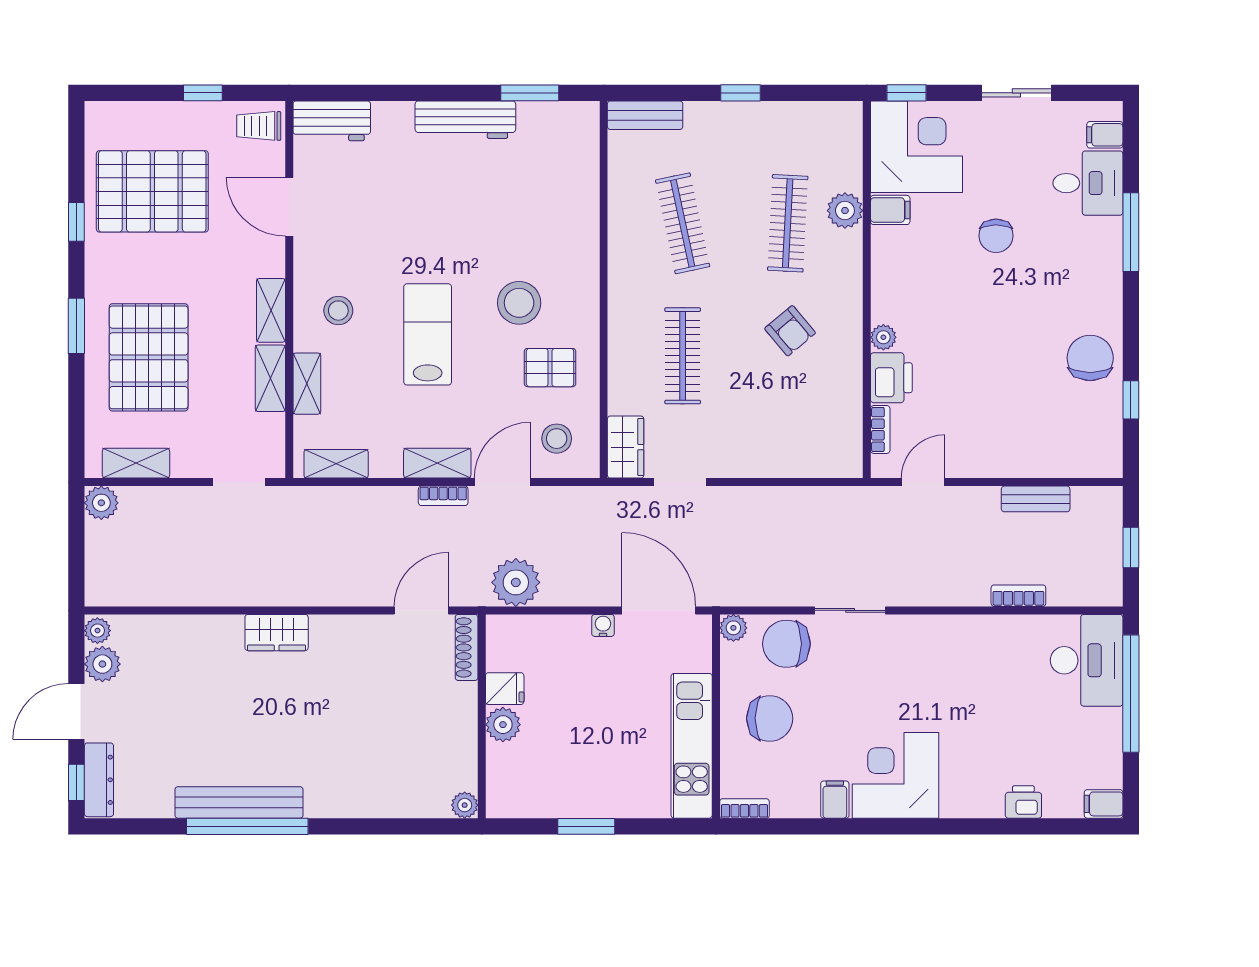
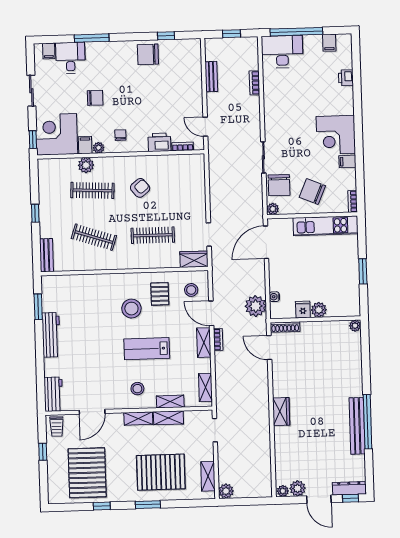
clothes rail: (683, 223) -> (94, 237), turned 30
chair: (910, 290) -> (120, 135), added
plant: (883, 337) -> (99, 148), moved
water cooler: (603, 625) -> (274, 297), moved
chair: (770, 718) -> (312, 192), turned -67
filing cabinet: (1104, 804) -> (329, 43), moved

